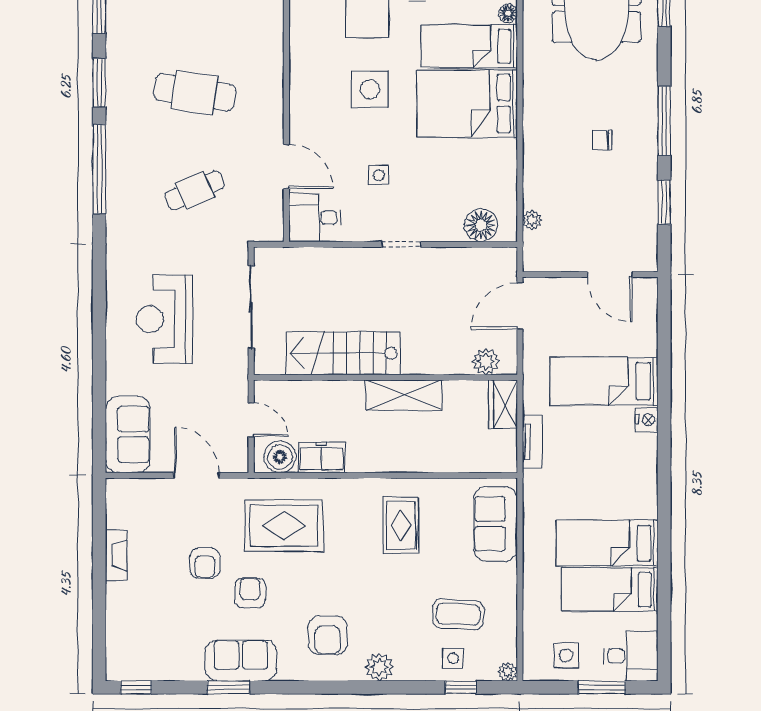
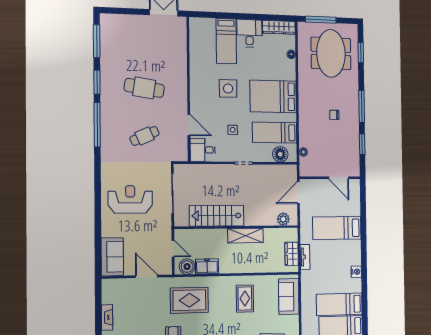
bed: (469, 46) -> (275, 133), moved
reception desk: (164, 319) -> (130, 199), turned 90
wardrobe: (503, 404) -> (292, 254), moved
nightstand: (647, 420) -> (356, 272), moved
armchair: (205, 563) -> (151, 320), removed

